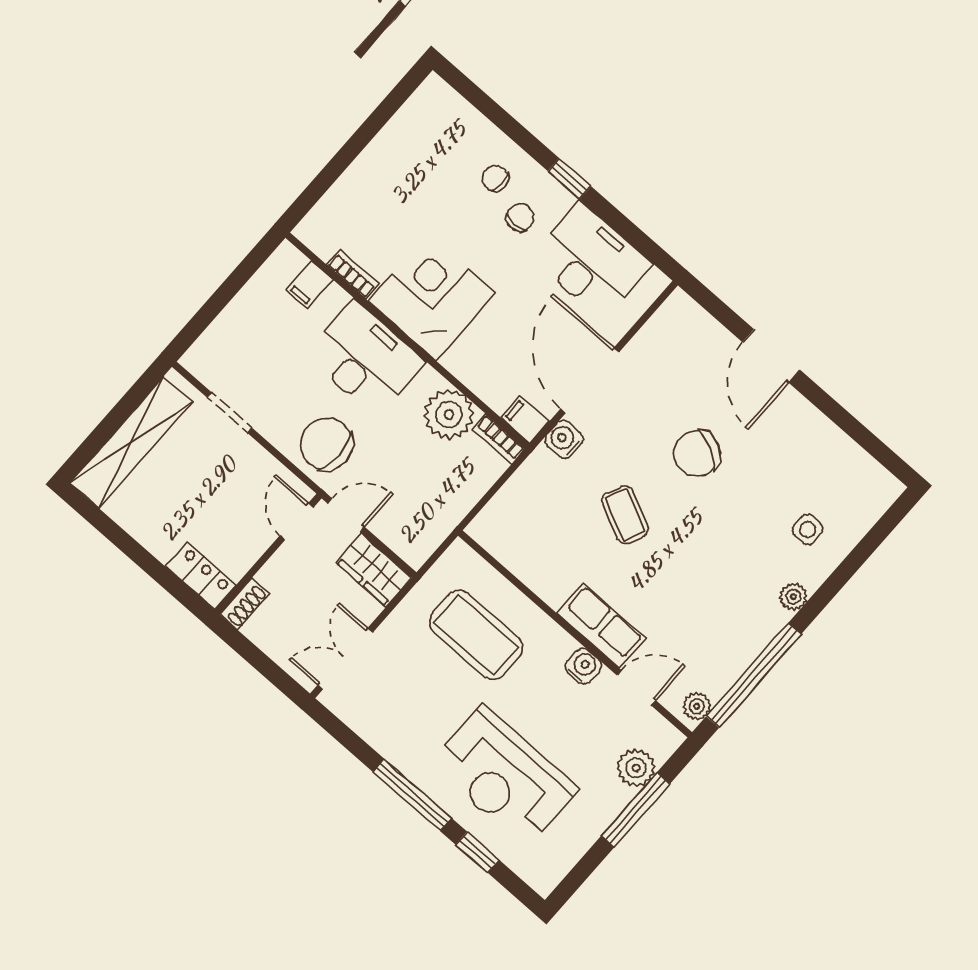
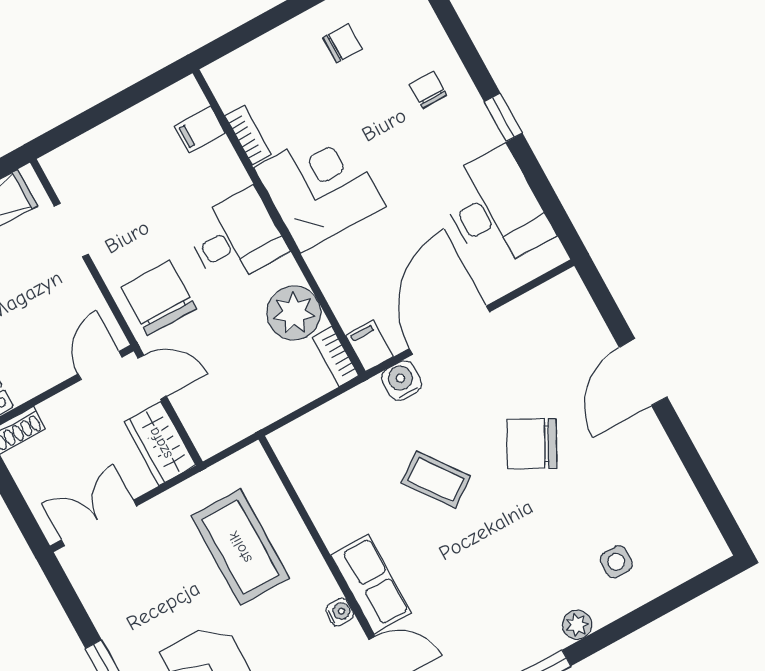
chair: (520, 218) -> (342, 43), moved
desk: (365, 359) -> (236, 238), width x0.73
coffee table: (625, 515) -> (436, 480), turned -62
water cooler: (583, 666) -> (340, 612), width x0.72, depth x0.72

